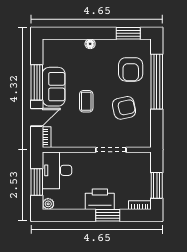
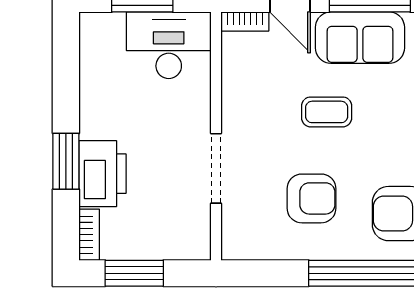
armchair: (124, 108) -> (312, 198), turned -78
printer: (100, 199) -> (102, 174), moved
plant: (48, 204) -> (92, 25), removed

